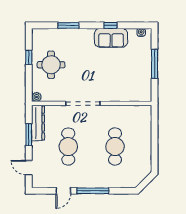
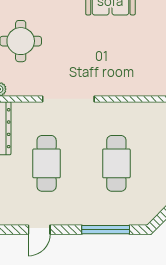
window: (93, 191) -> (106, 230), moved

